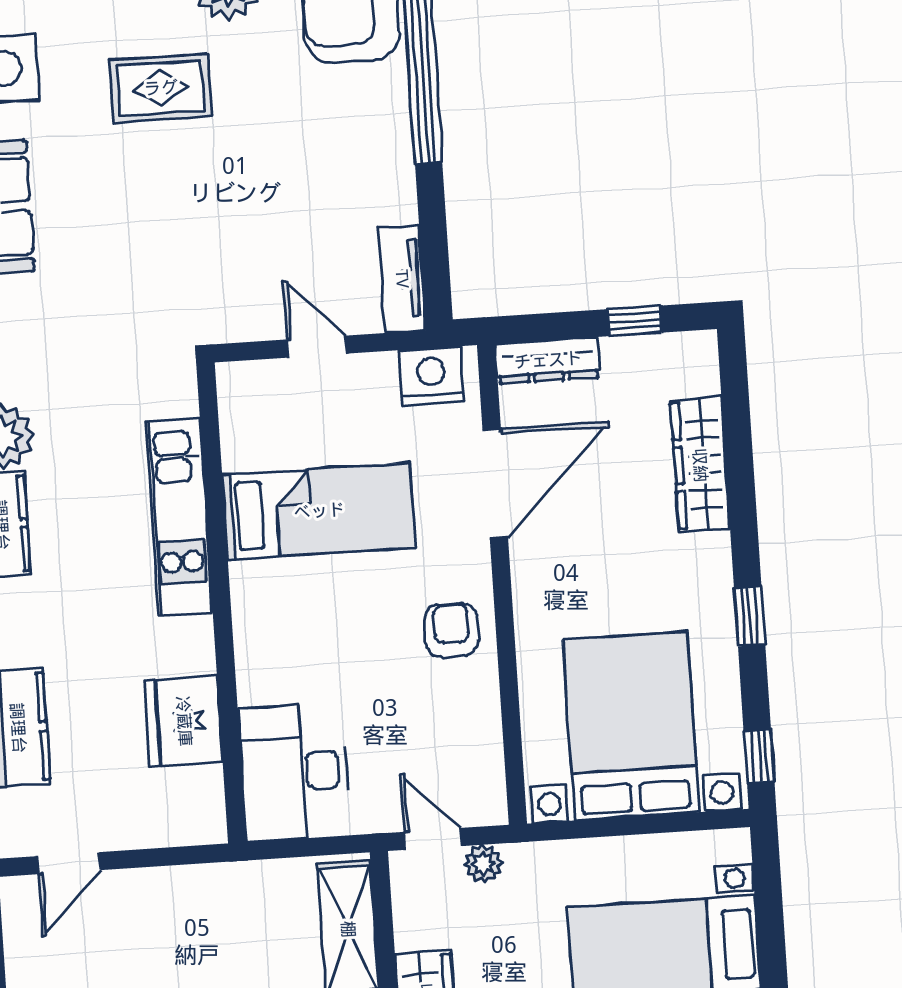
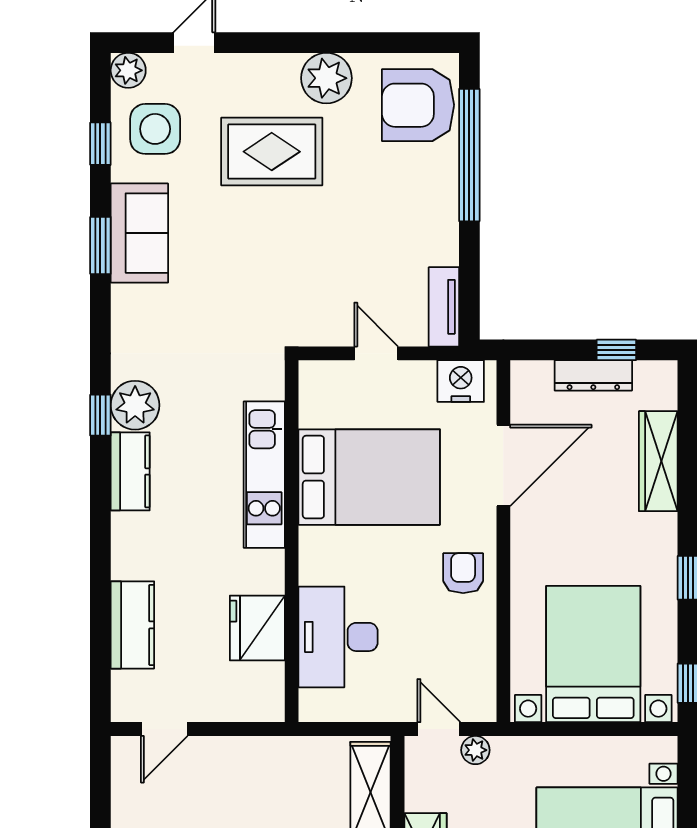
rug: (161, 88) -> (272, 152), width x1.36, depth x1.43
dresser: (548, 360) -> (593, 375), moved
bed: (319, 511) -> (369, 477), width x1.50
desk: (294, 772) -> (338, 637), moved

